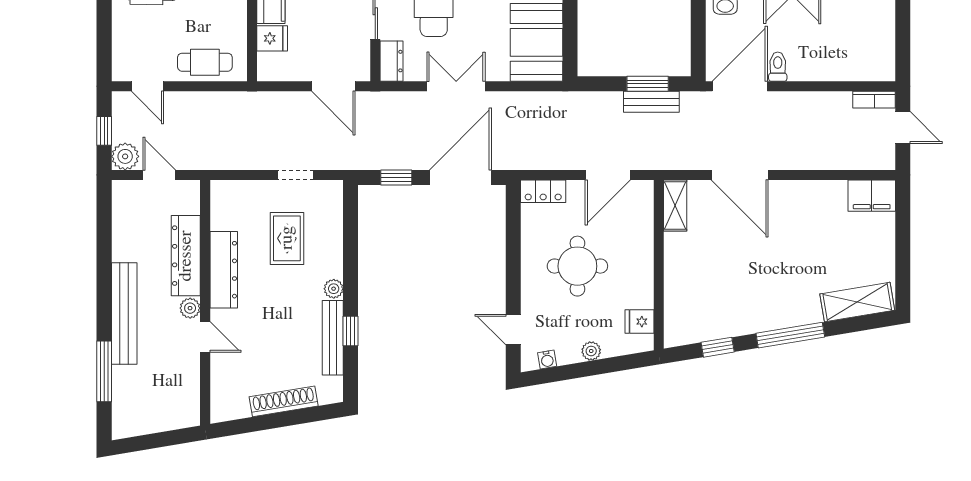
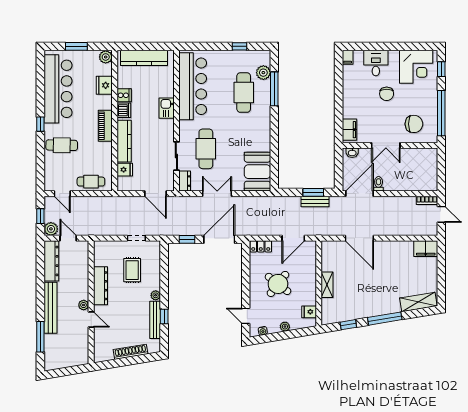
shelving: (675, 206) -> (327, 285), moved
dresser: (186, 256) -> (51, 261), moved, turned 180
round table: (577, 266) -> (278, 284), turned 38

